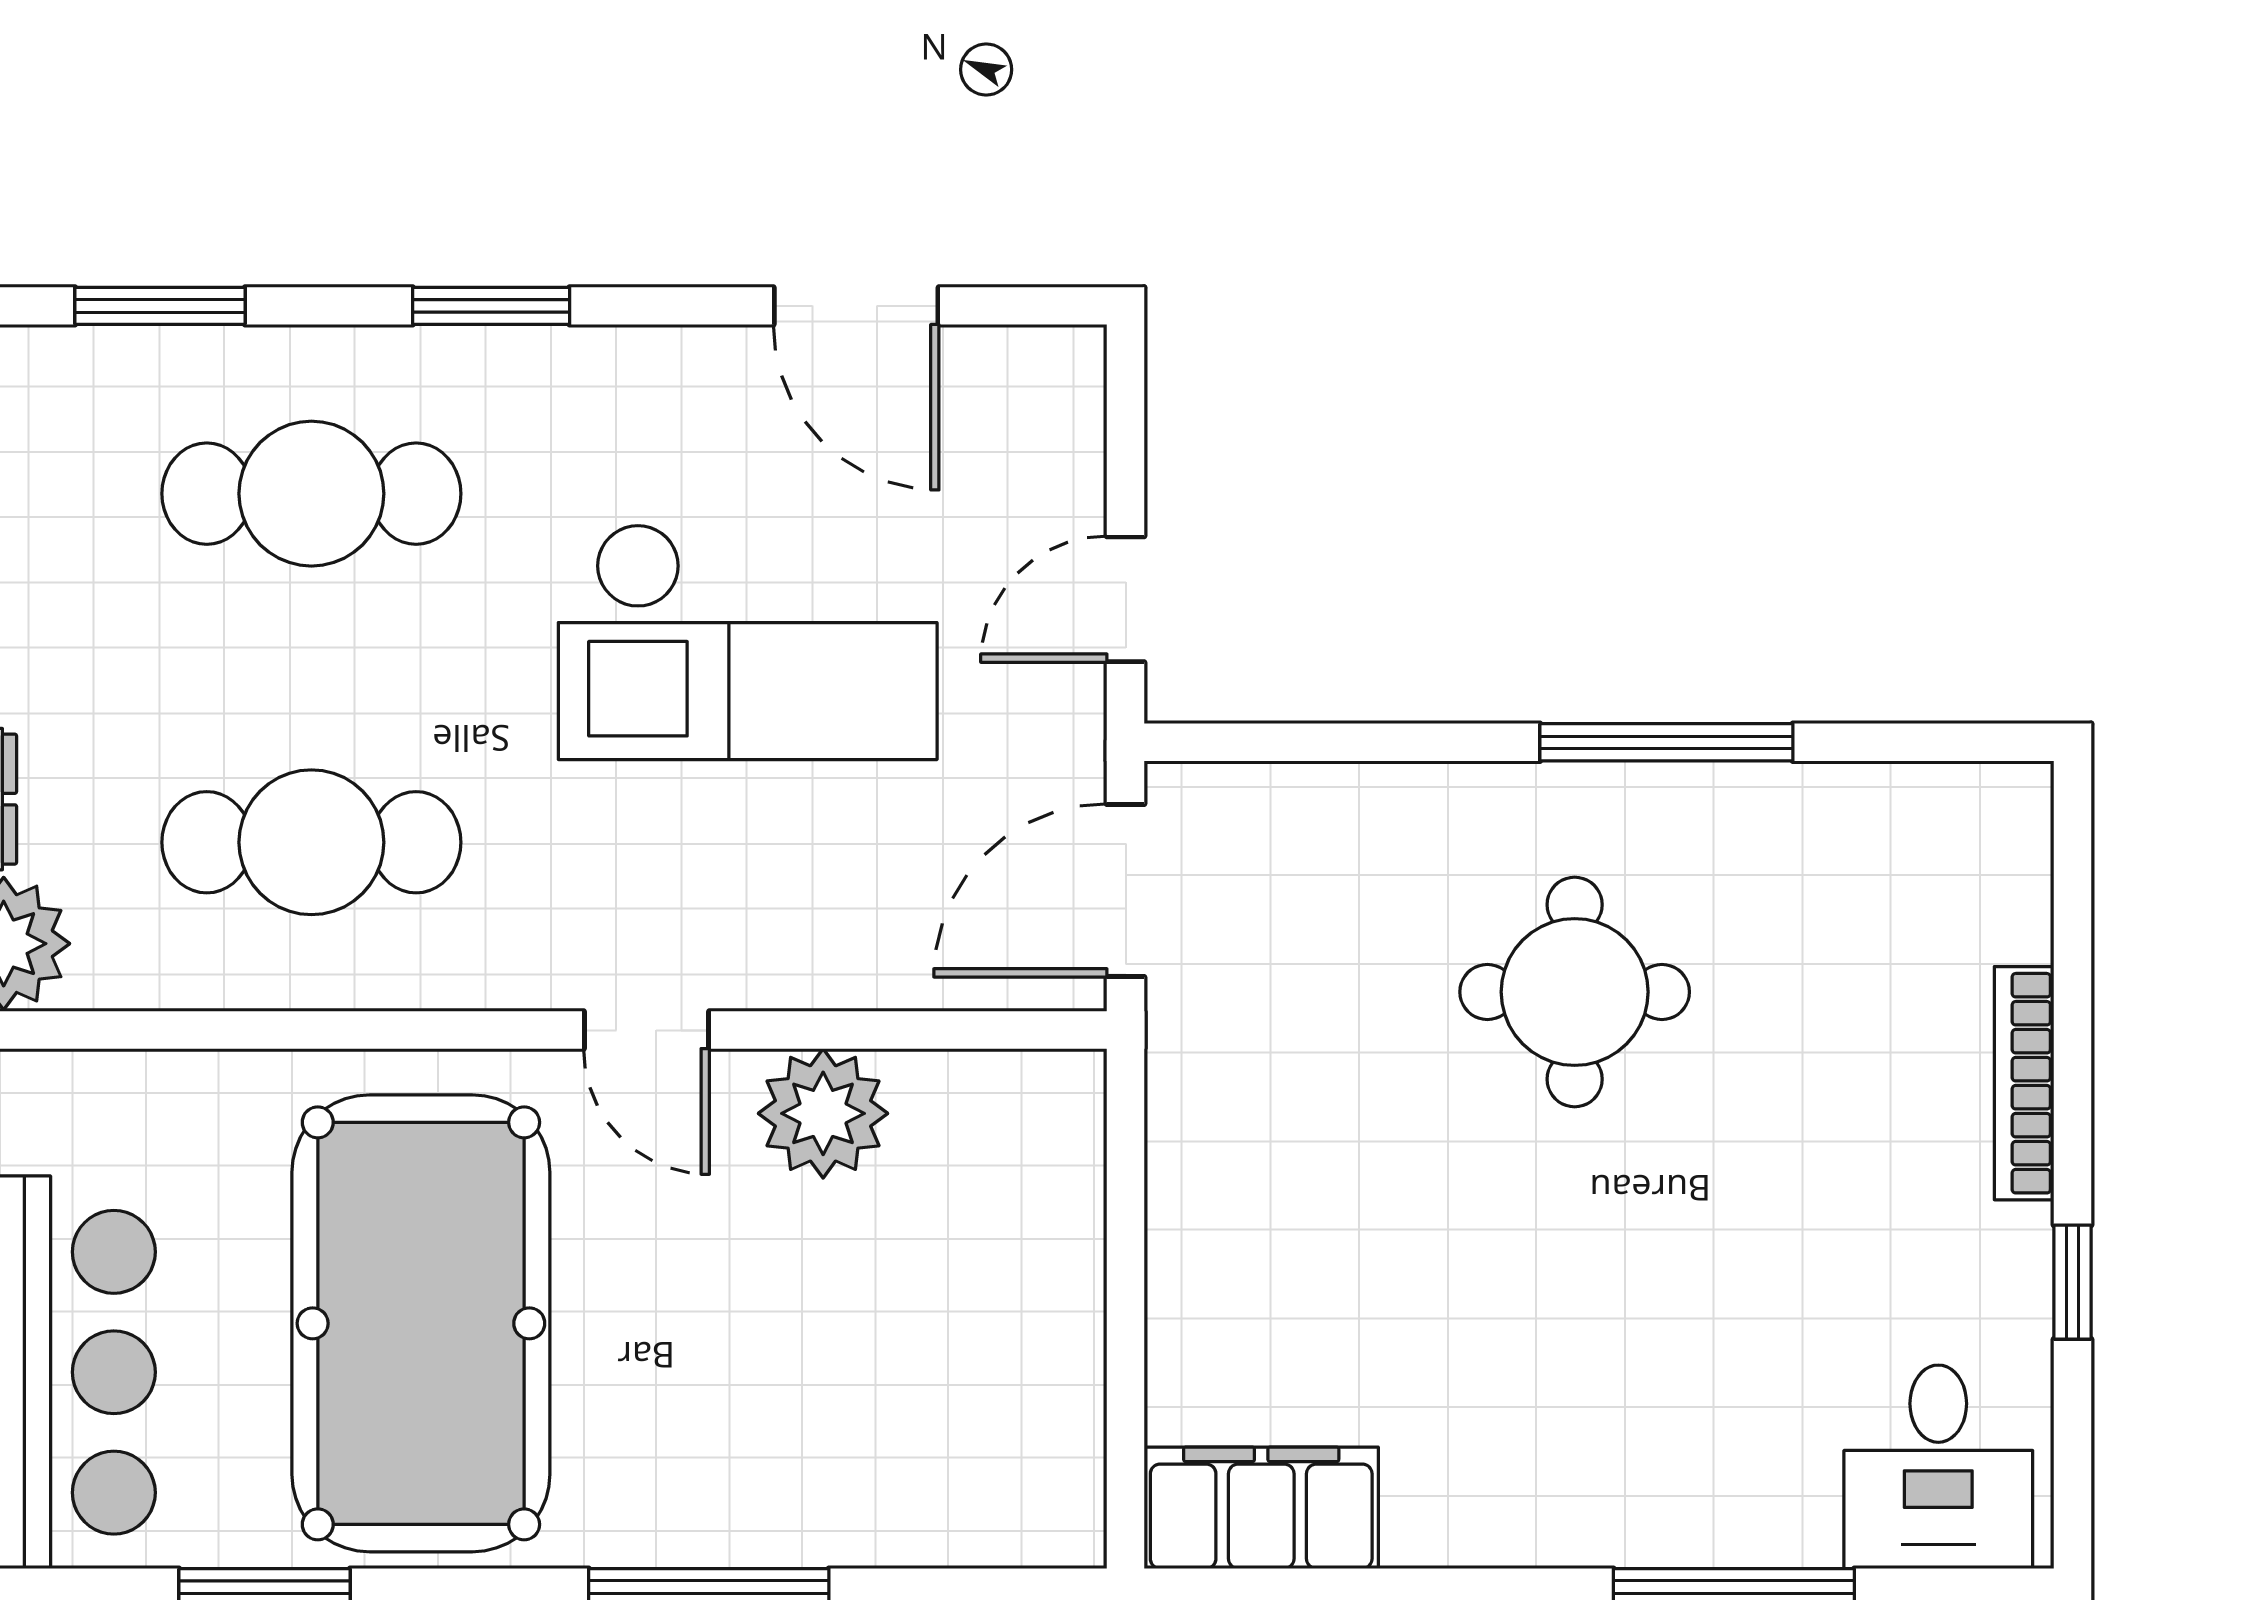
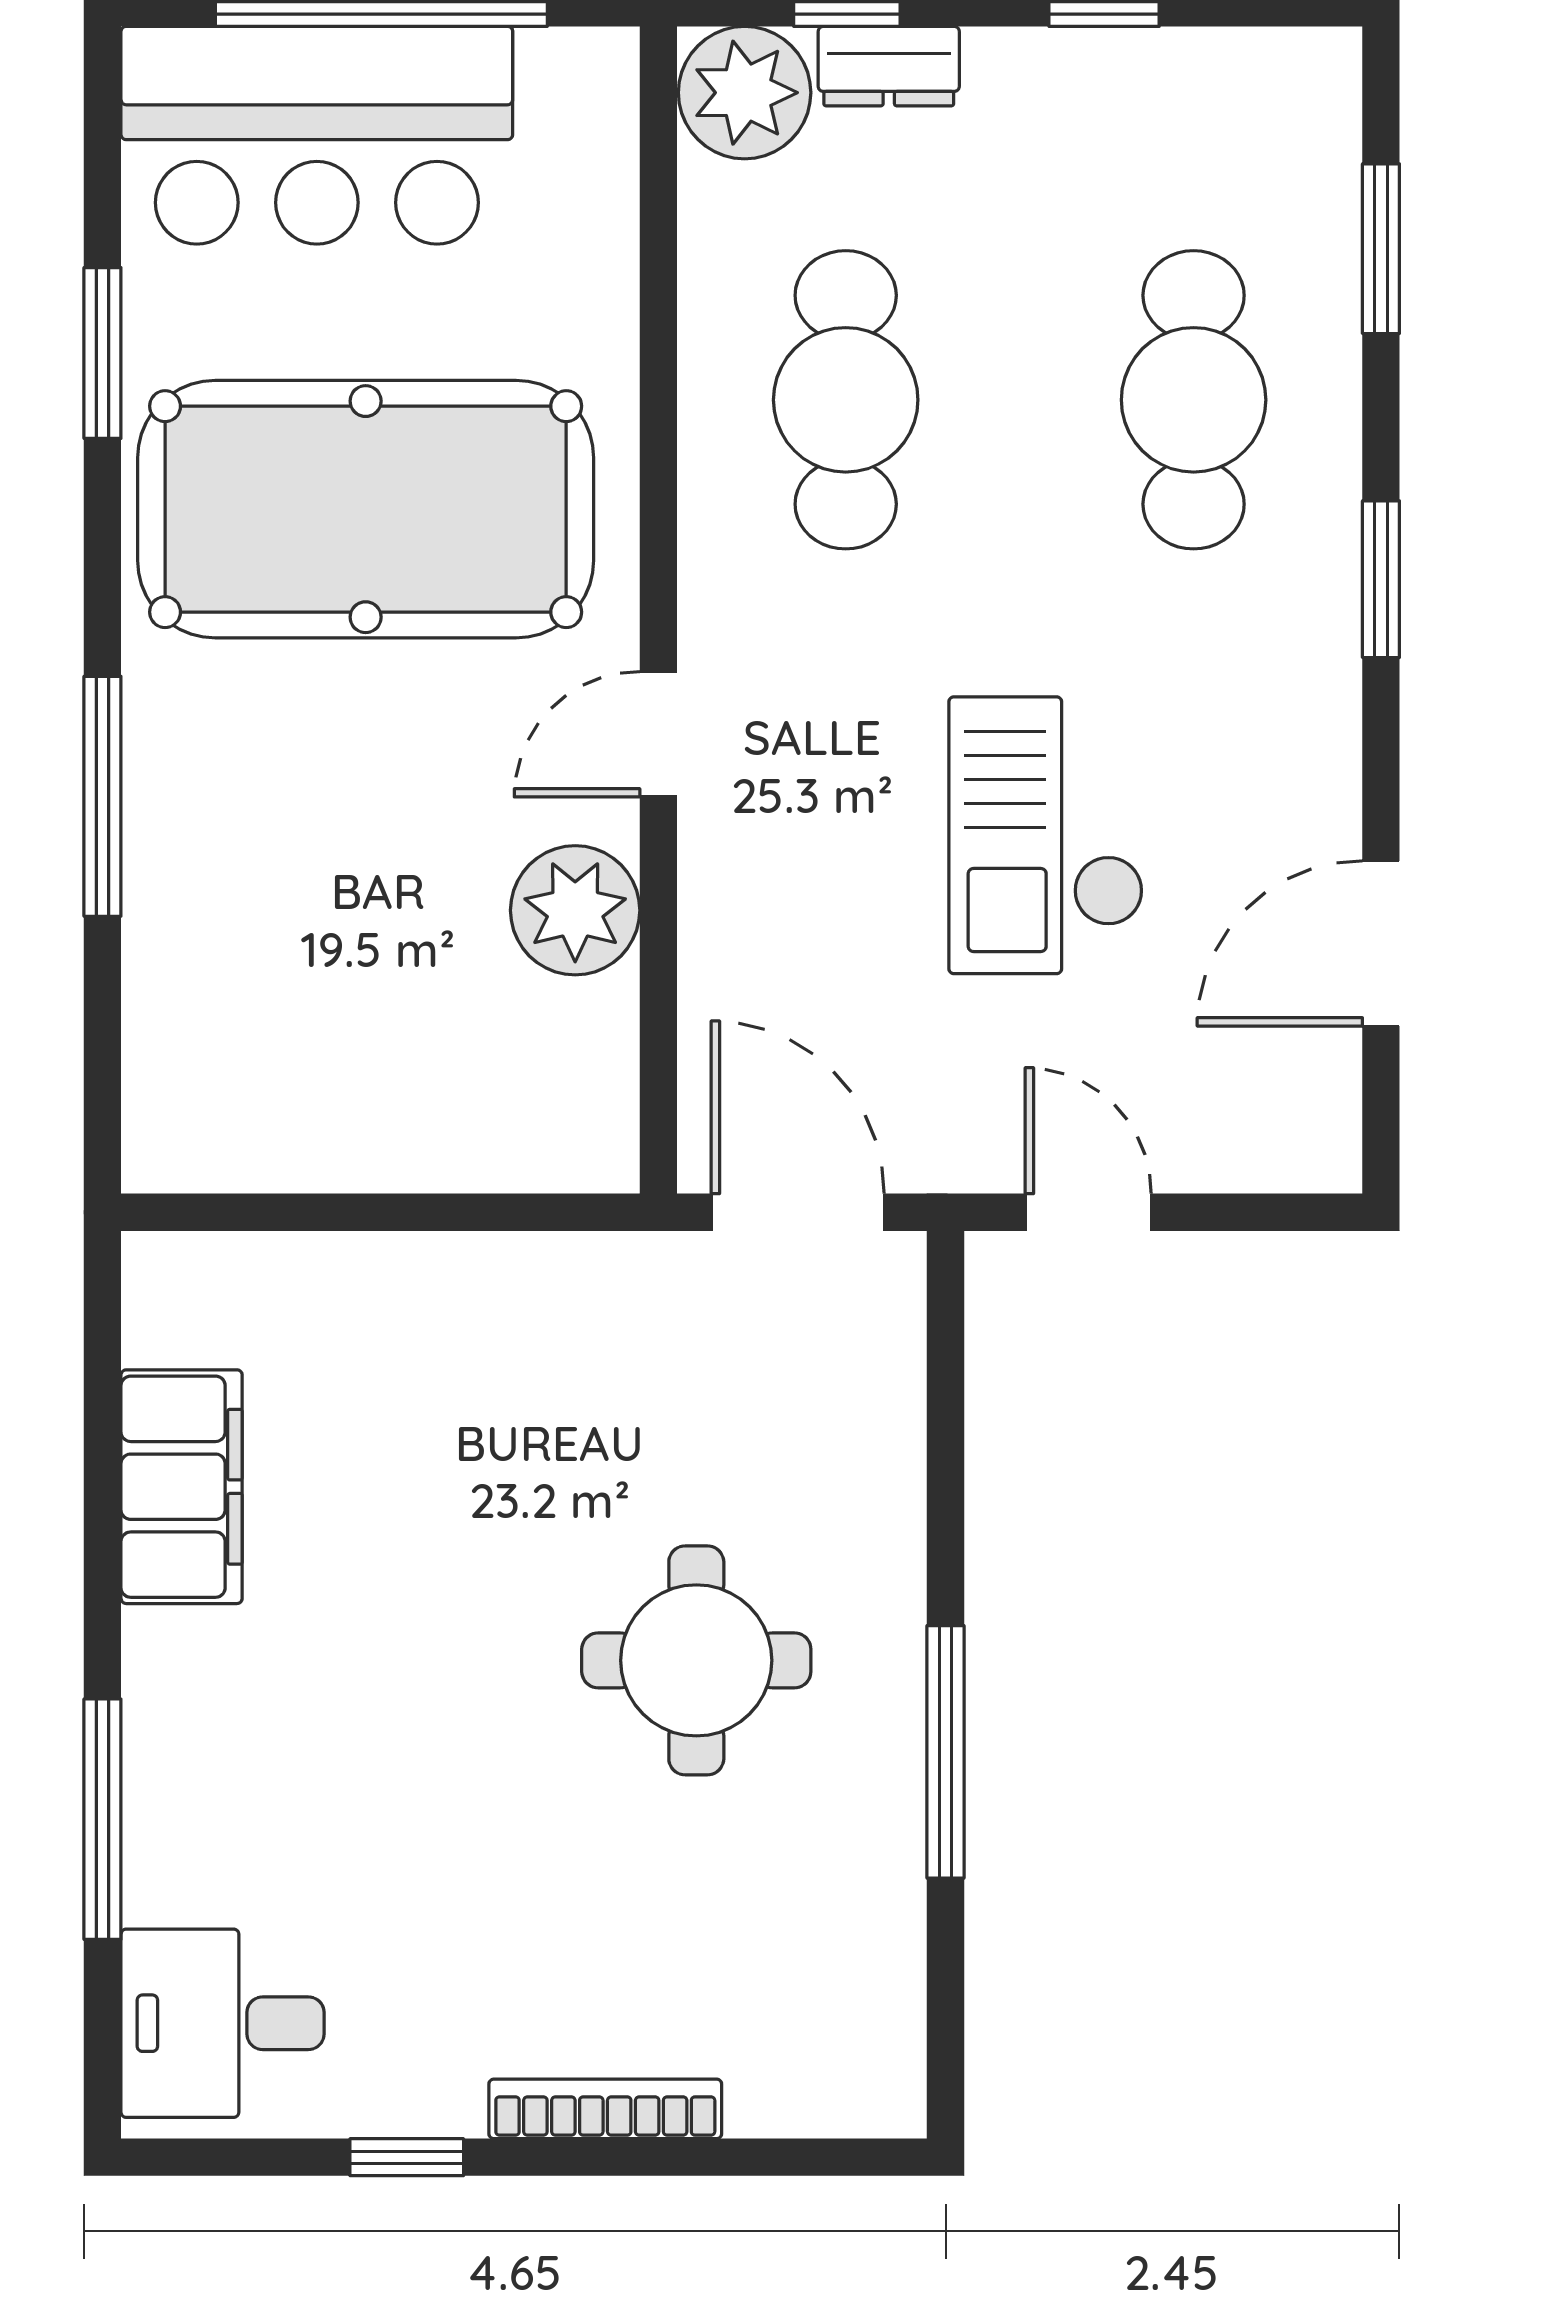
checkout: (748, 641) -> (1046, 835), width x0.73, depth x0.83
filing cabinet: (1261, 1508) -> (182, 1487), moved

